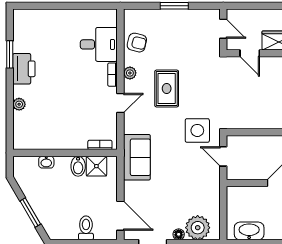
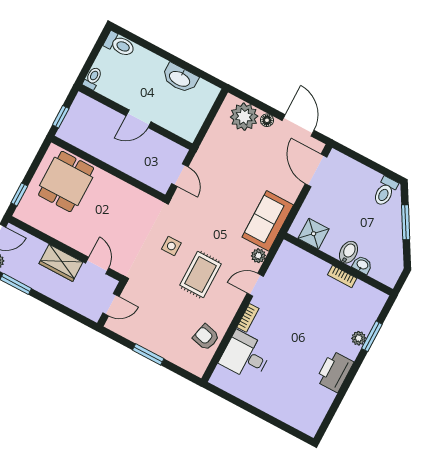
door: (223, 29) -> (111, 305), swing flipped
window: (10, 54) -> (372, 336), moved
plant: (130, 73) -> (258, 256), moved
side table: (197, 130) -> (171, 246), moved, width x0.54, depth x0.54
bookcase: (100, 145) -> (342, 276), moved
bidet: (78, 166) -> (348, 252), moved
toilet: (86, 228) -> (385, 191), moved
washbasin: (249, 231) -> (180, 78), moved

